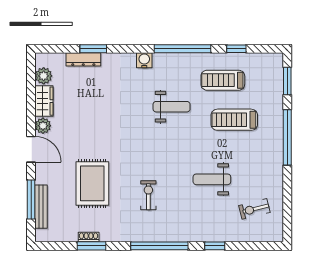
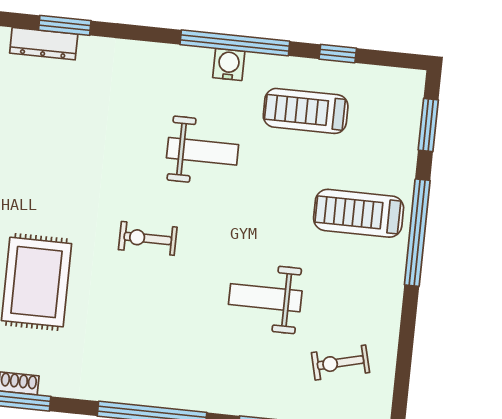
water cooler: (144, 60) -> (229, 64), moved
treadmill: (234, 120) -> (359, 213), moved
exercise bike: (148, 195) -> (148, 238), moved, turned -90

